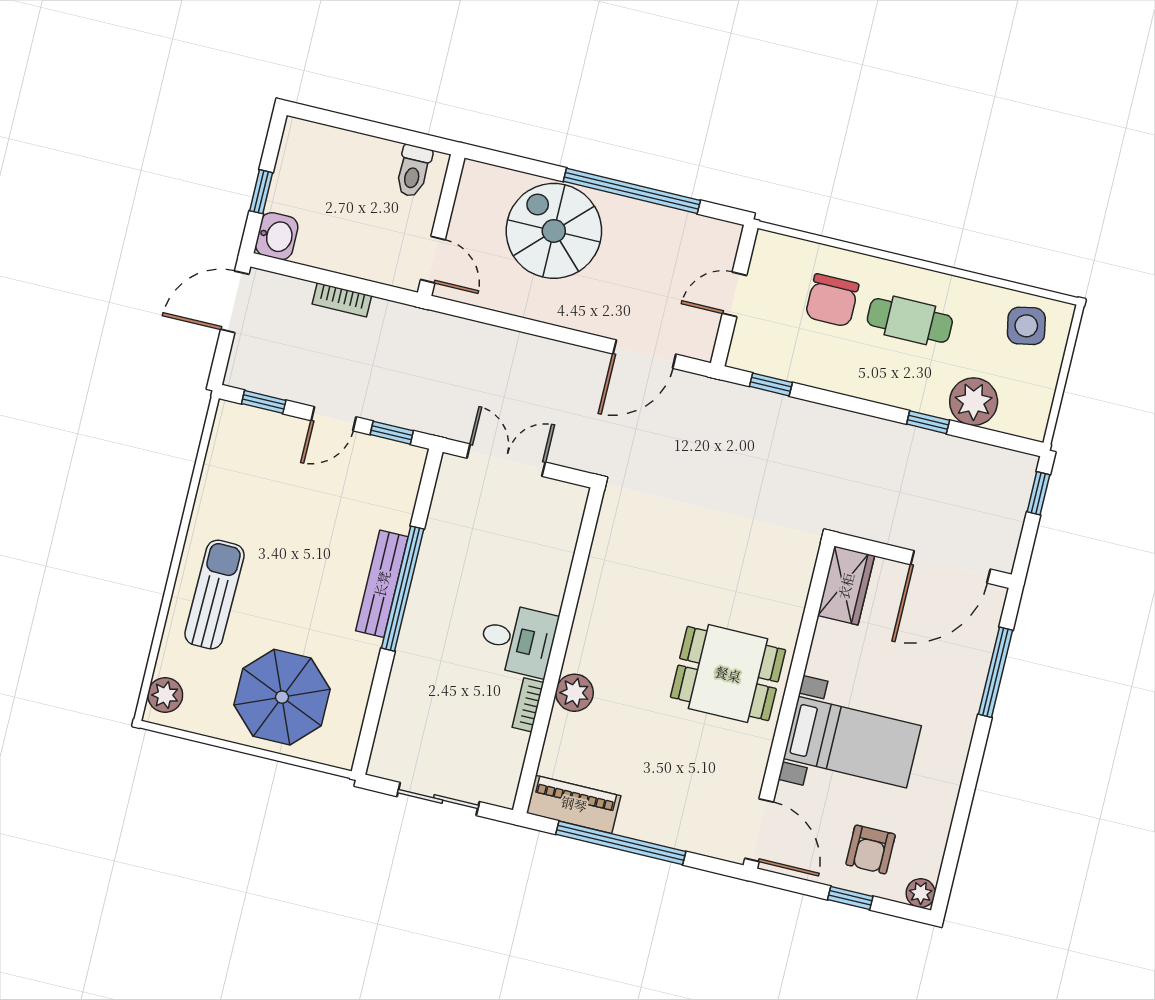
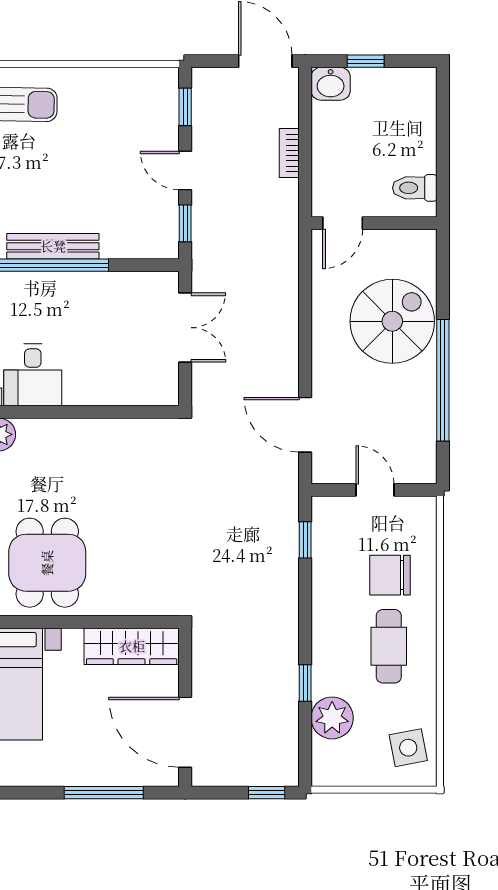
wardrobe: (846, 586) -> (132, 646), width x1.50

